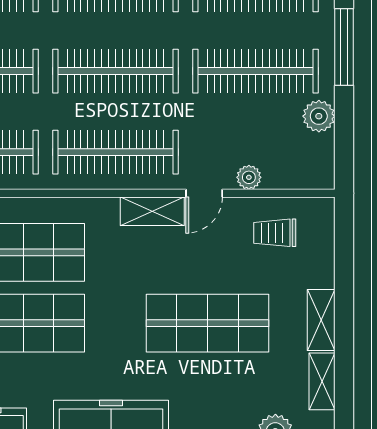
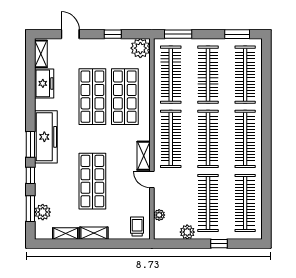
window: (344, 47) -> (219, 244), width x0.46
plant: (249, 177) -> (159, 215), moved
trolley: (275, 233) -> (137, 227), moved

